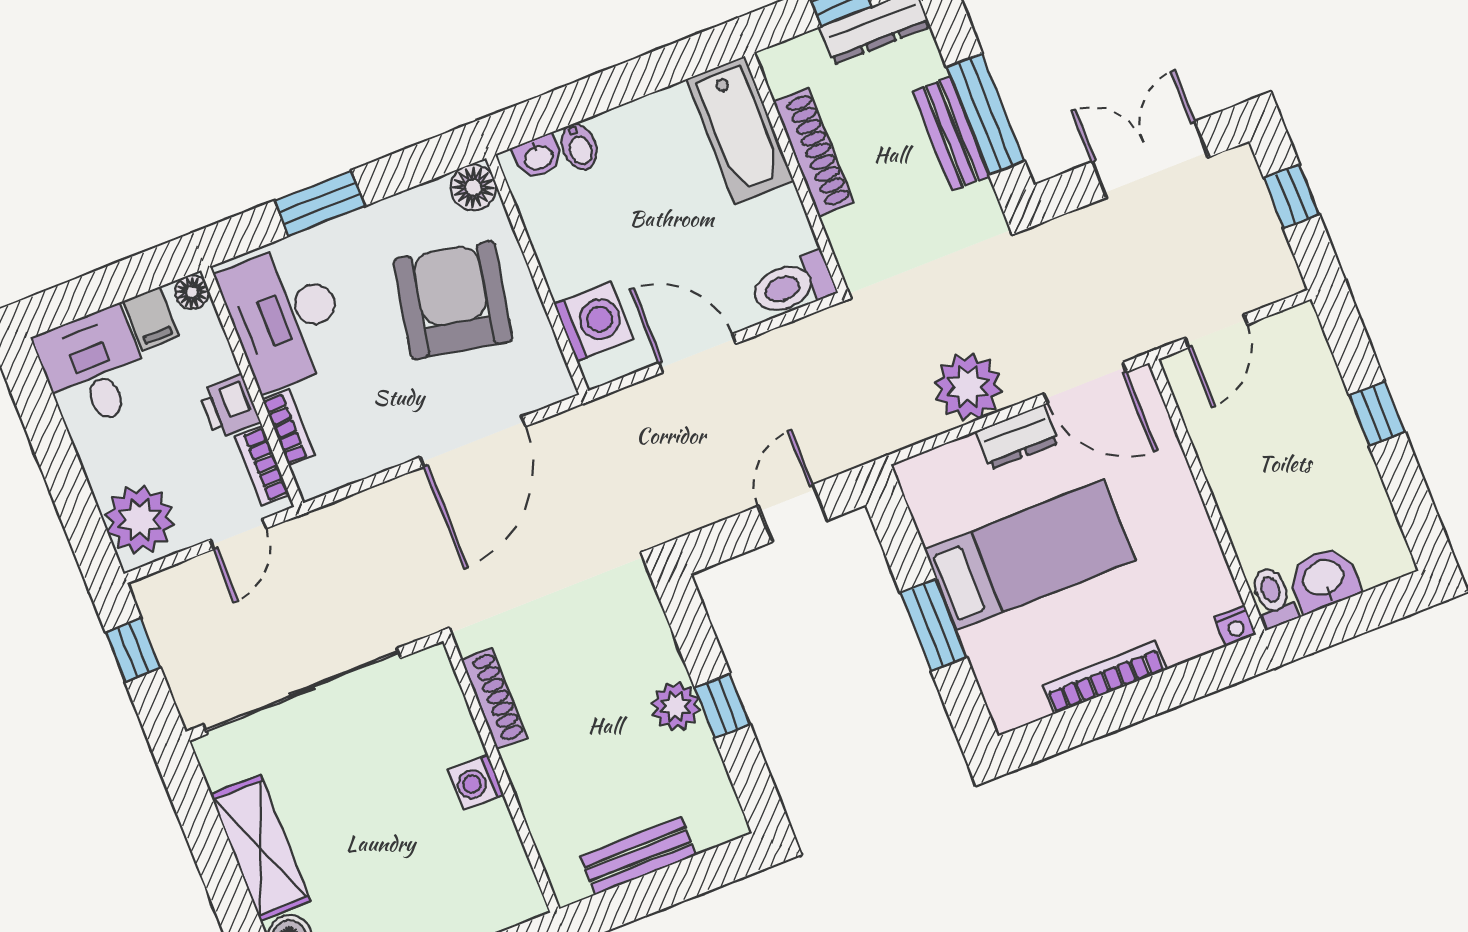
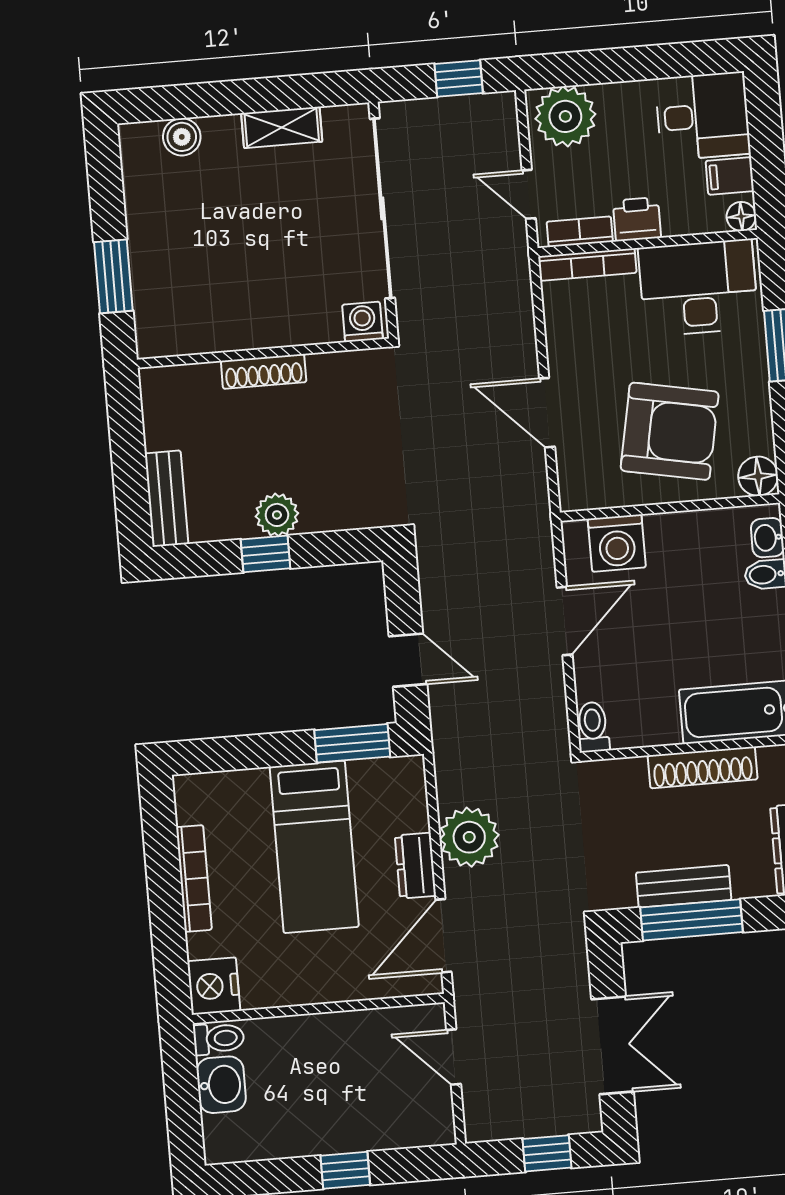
toilet: (793, 285) -> (593, 727), width x0.73, depth x0.72
bookcase: (289, 428) -> (587, 265), width x1.56
door: (473, 442) -> (547, 413), width x0.73
window: (934, 625) -> (352, 743), moved
nightstand: (1235, 626) -> (214, 986), width x1.89, depth x1.79
shoe rack: (494, 699) -> (264, 371), moved
washing machine: (476, 782) -> (362, 322), moved
shelving: (260, 848) -> (282, 127), width x0.67, depth x0.75
bench: (638, 856) -> (166, 499), moved

